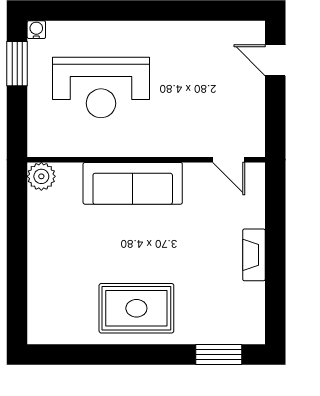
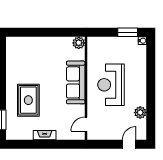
plant: (202, 34) -> (140, 112), added
reception desk: (101, 88) -> (111, 85), moved
rug: (136, 308) -> (28, 100), moved

